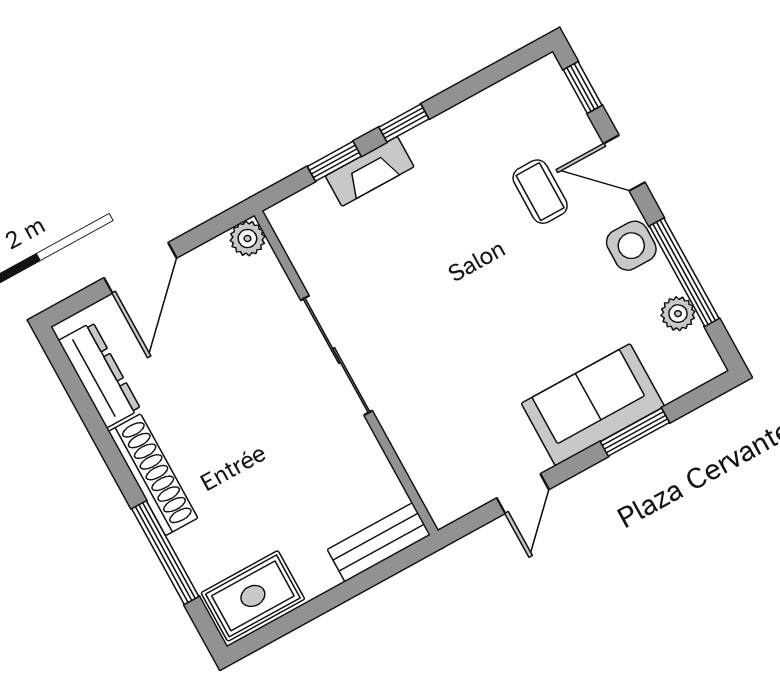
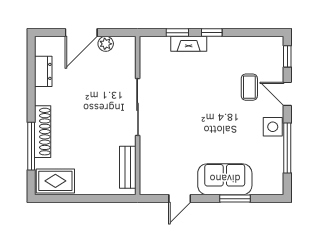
plant: (247, 238) -> (106, 44), moved
plant: (678, 314) -> (276, 162), removed
dresser: (100, 375) -> (43, 71), width x0.70
shoe rack: (153, 475) -> (43, 132), moved
bench: (379, 542) -> (128, 167), moved, turned 90

